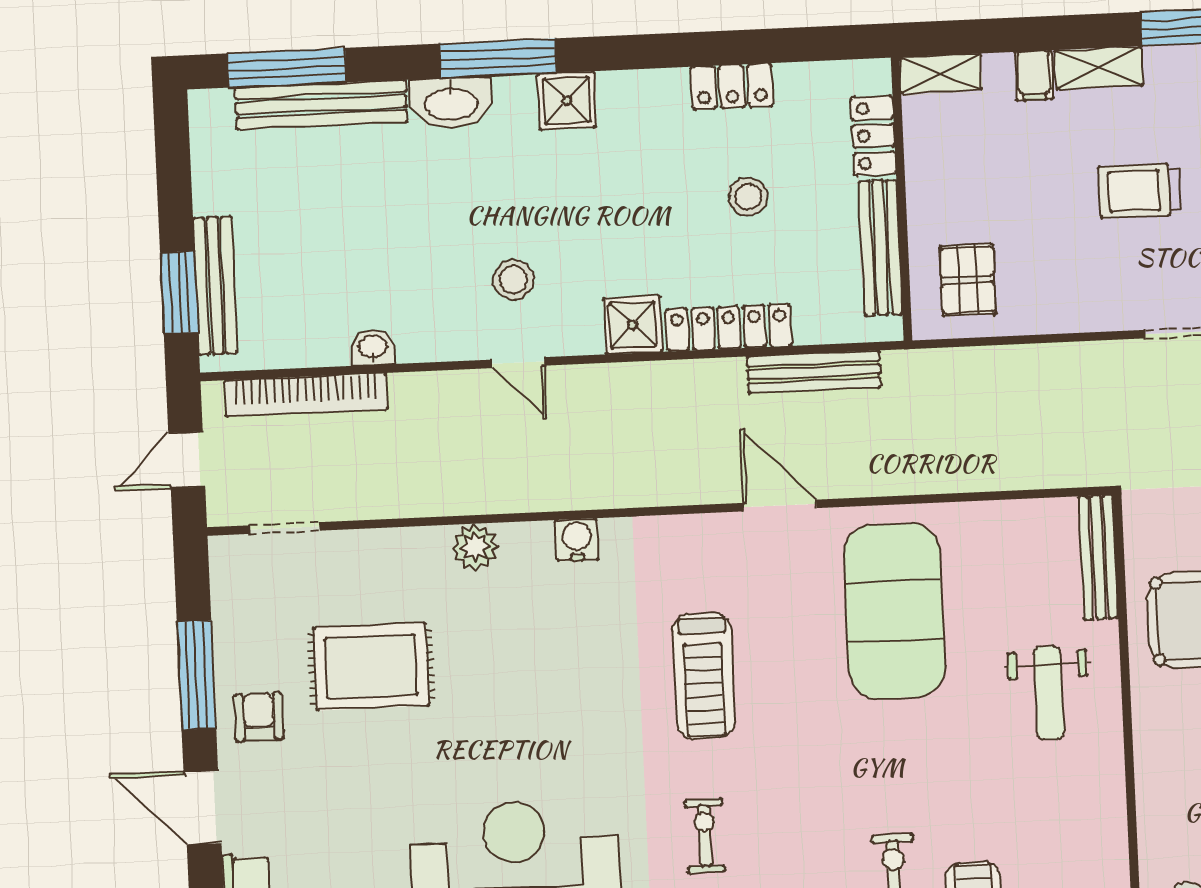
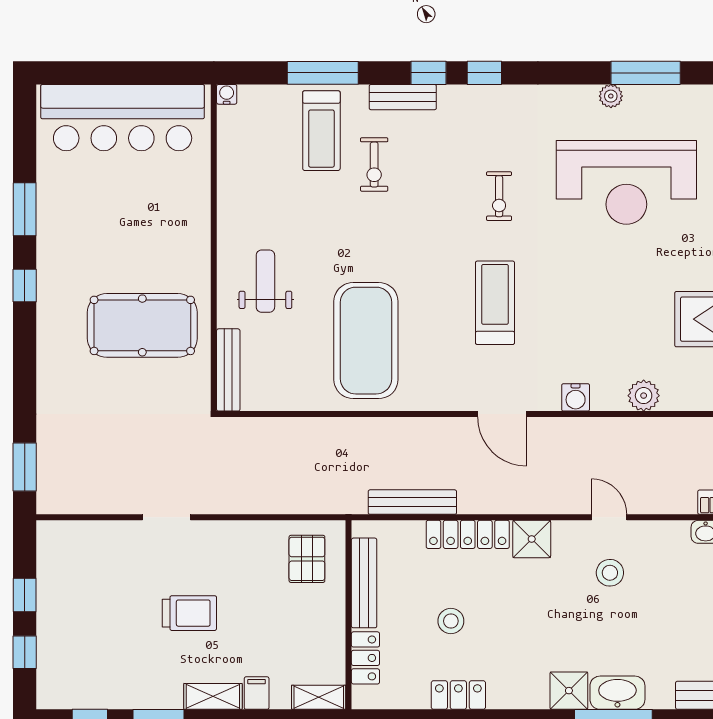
washbasin: (451, 103) -> (617, 693), moved
door: (780, 506) -> (502, 414), moved

